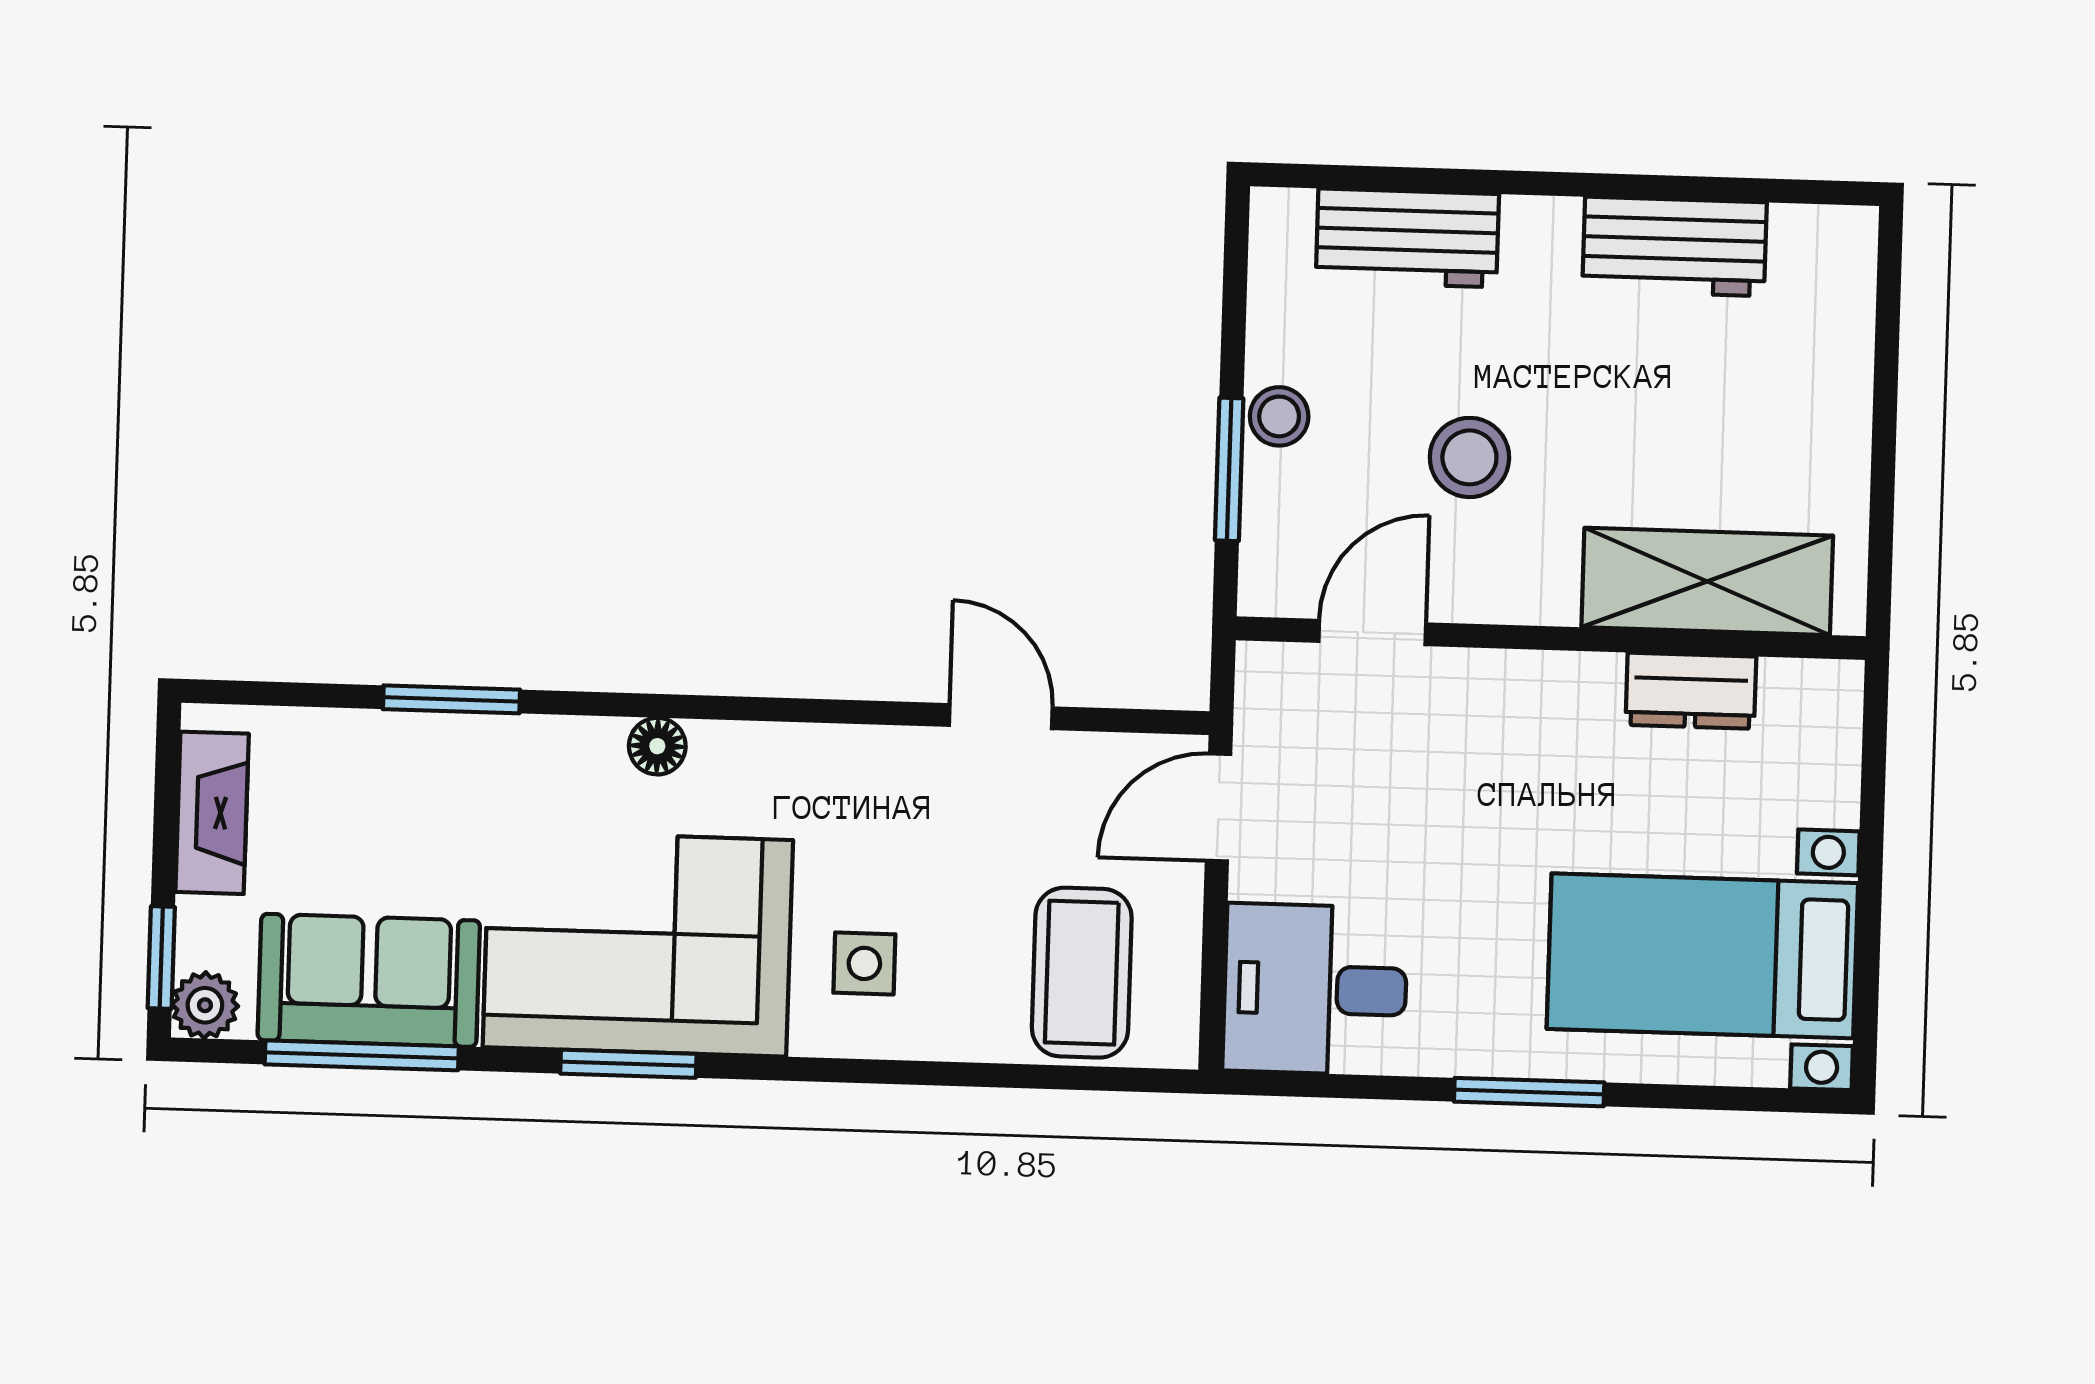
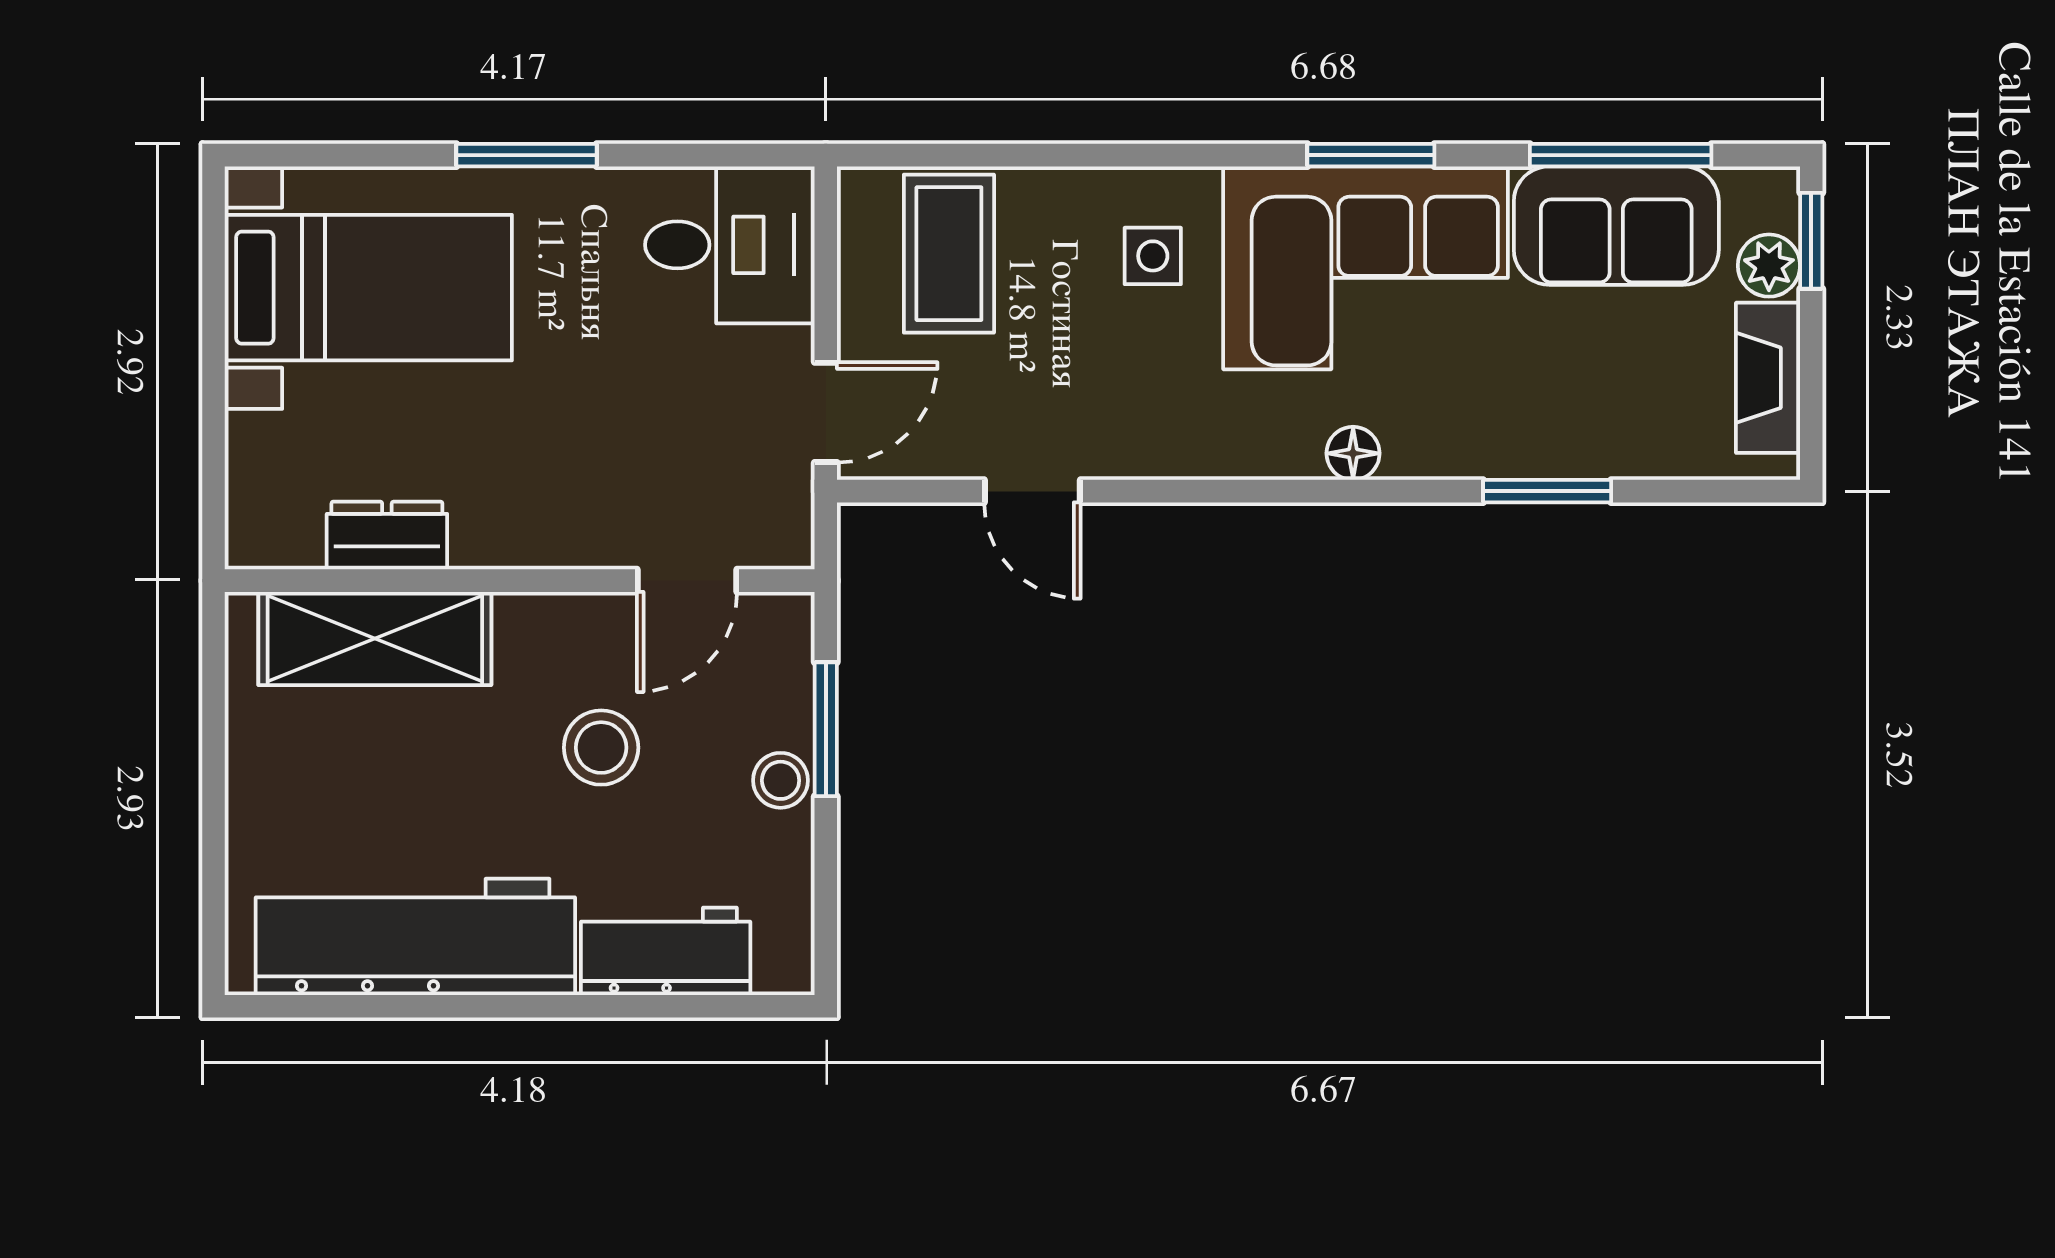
workbench: (1674, 247) -> (415, 937), width x1.88, depth x1.32
plant: (205, 1005) -> (1769, 266), moved

